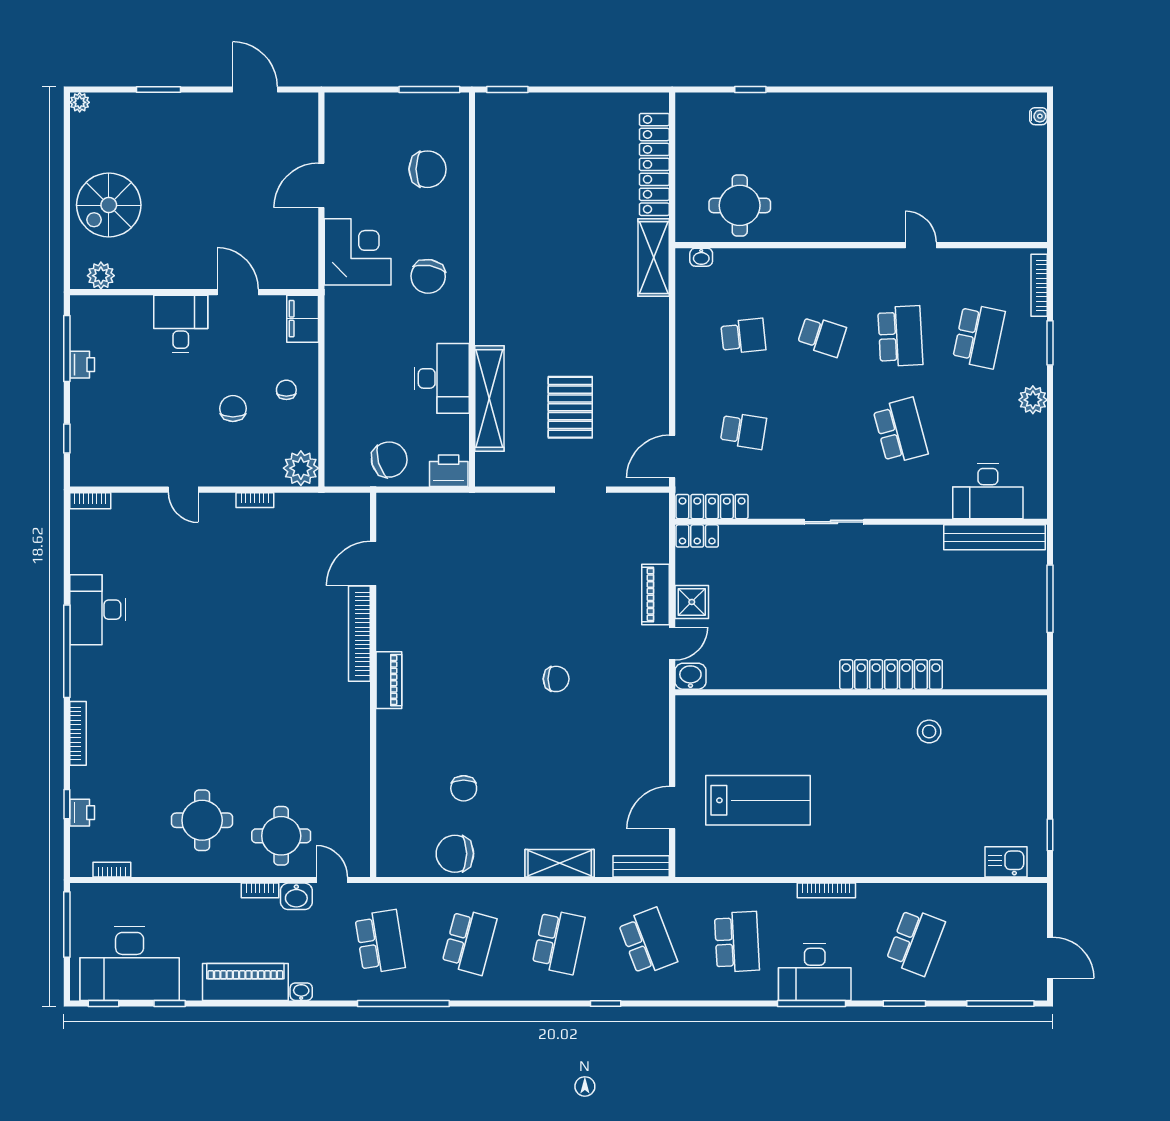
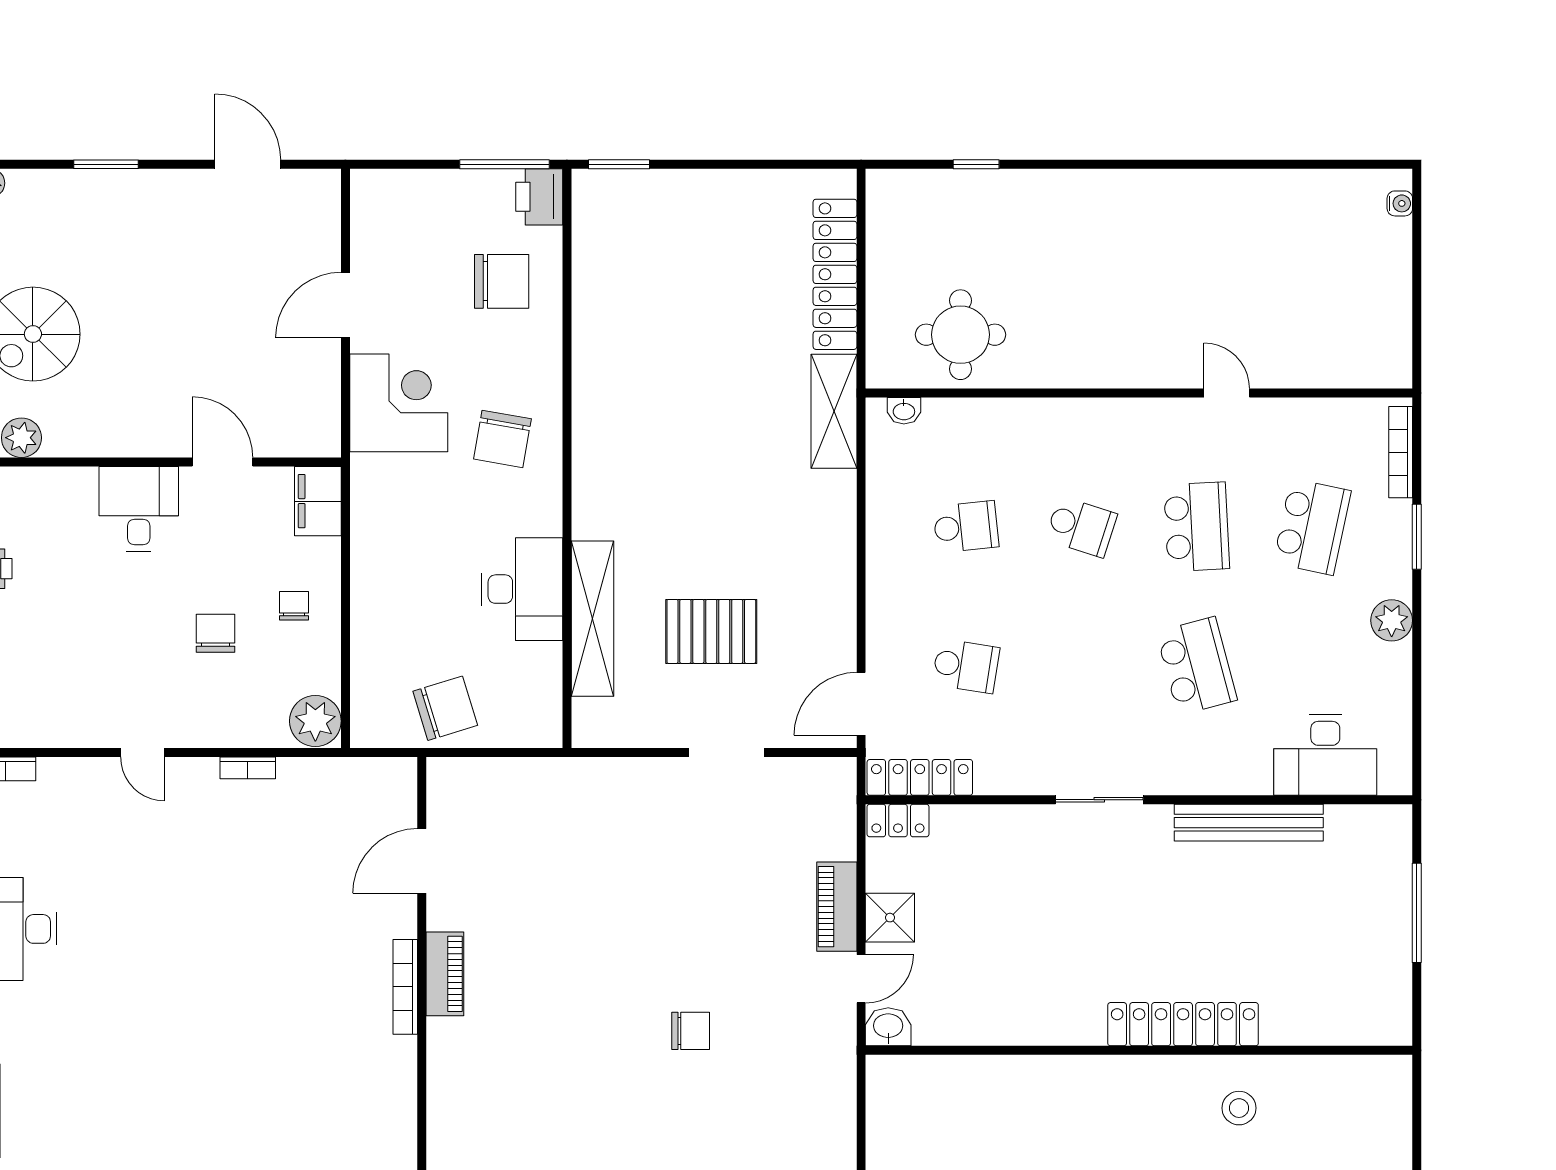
pallet: (570, 407) -> (711, 631), turned 90
printer: (449, 471) -> (539, 197), moved, turned -90
bench: (994, 537) -> (1249, 823), moved
bookcase: (359, 634) -> (405, 987), width x0.68, depth x0.76
piano: (389, 680) -> (445, 974), moved

